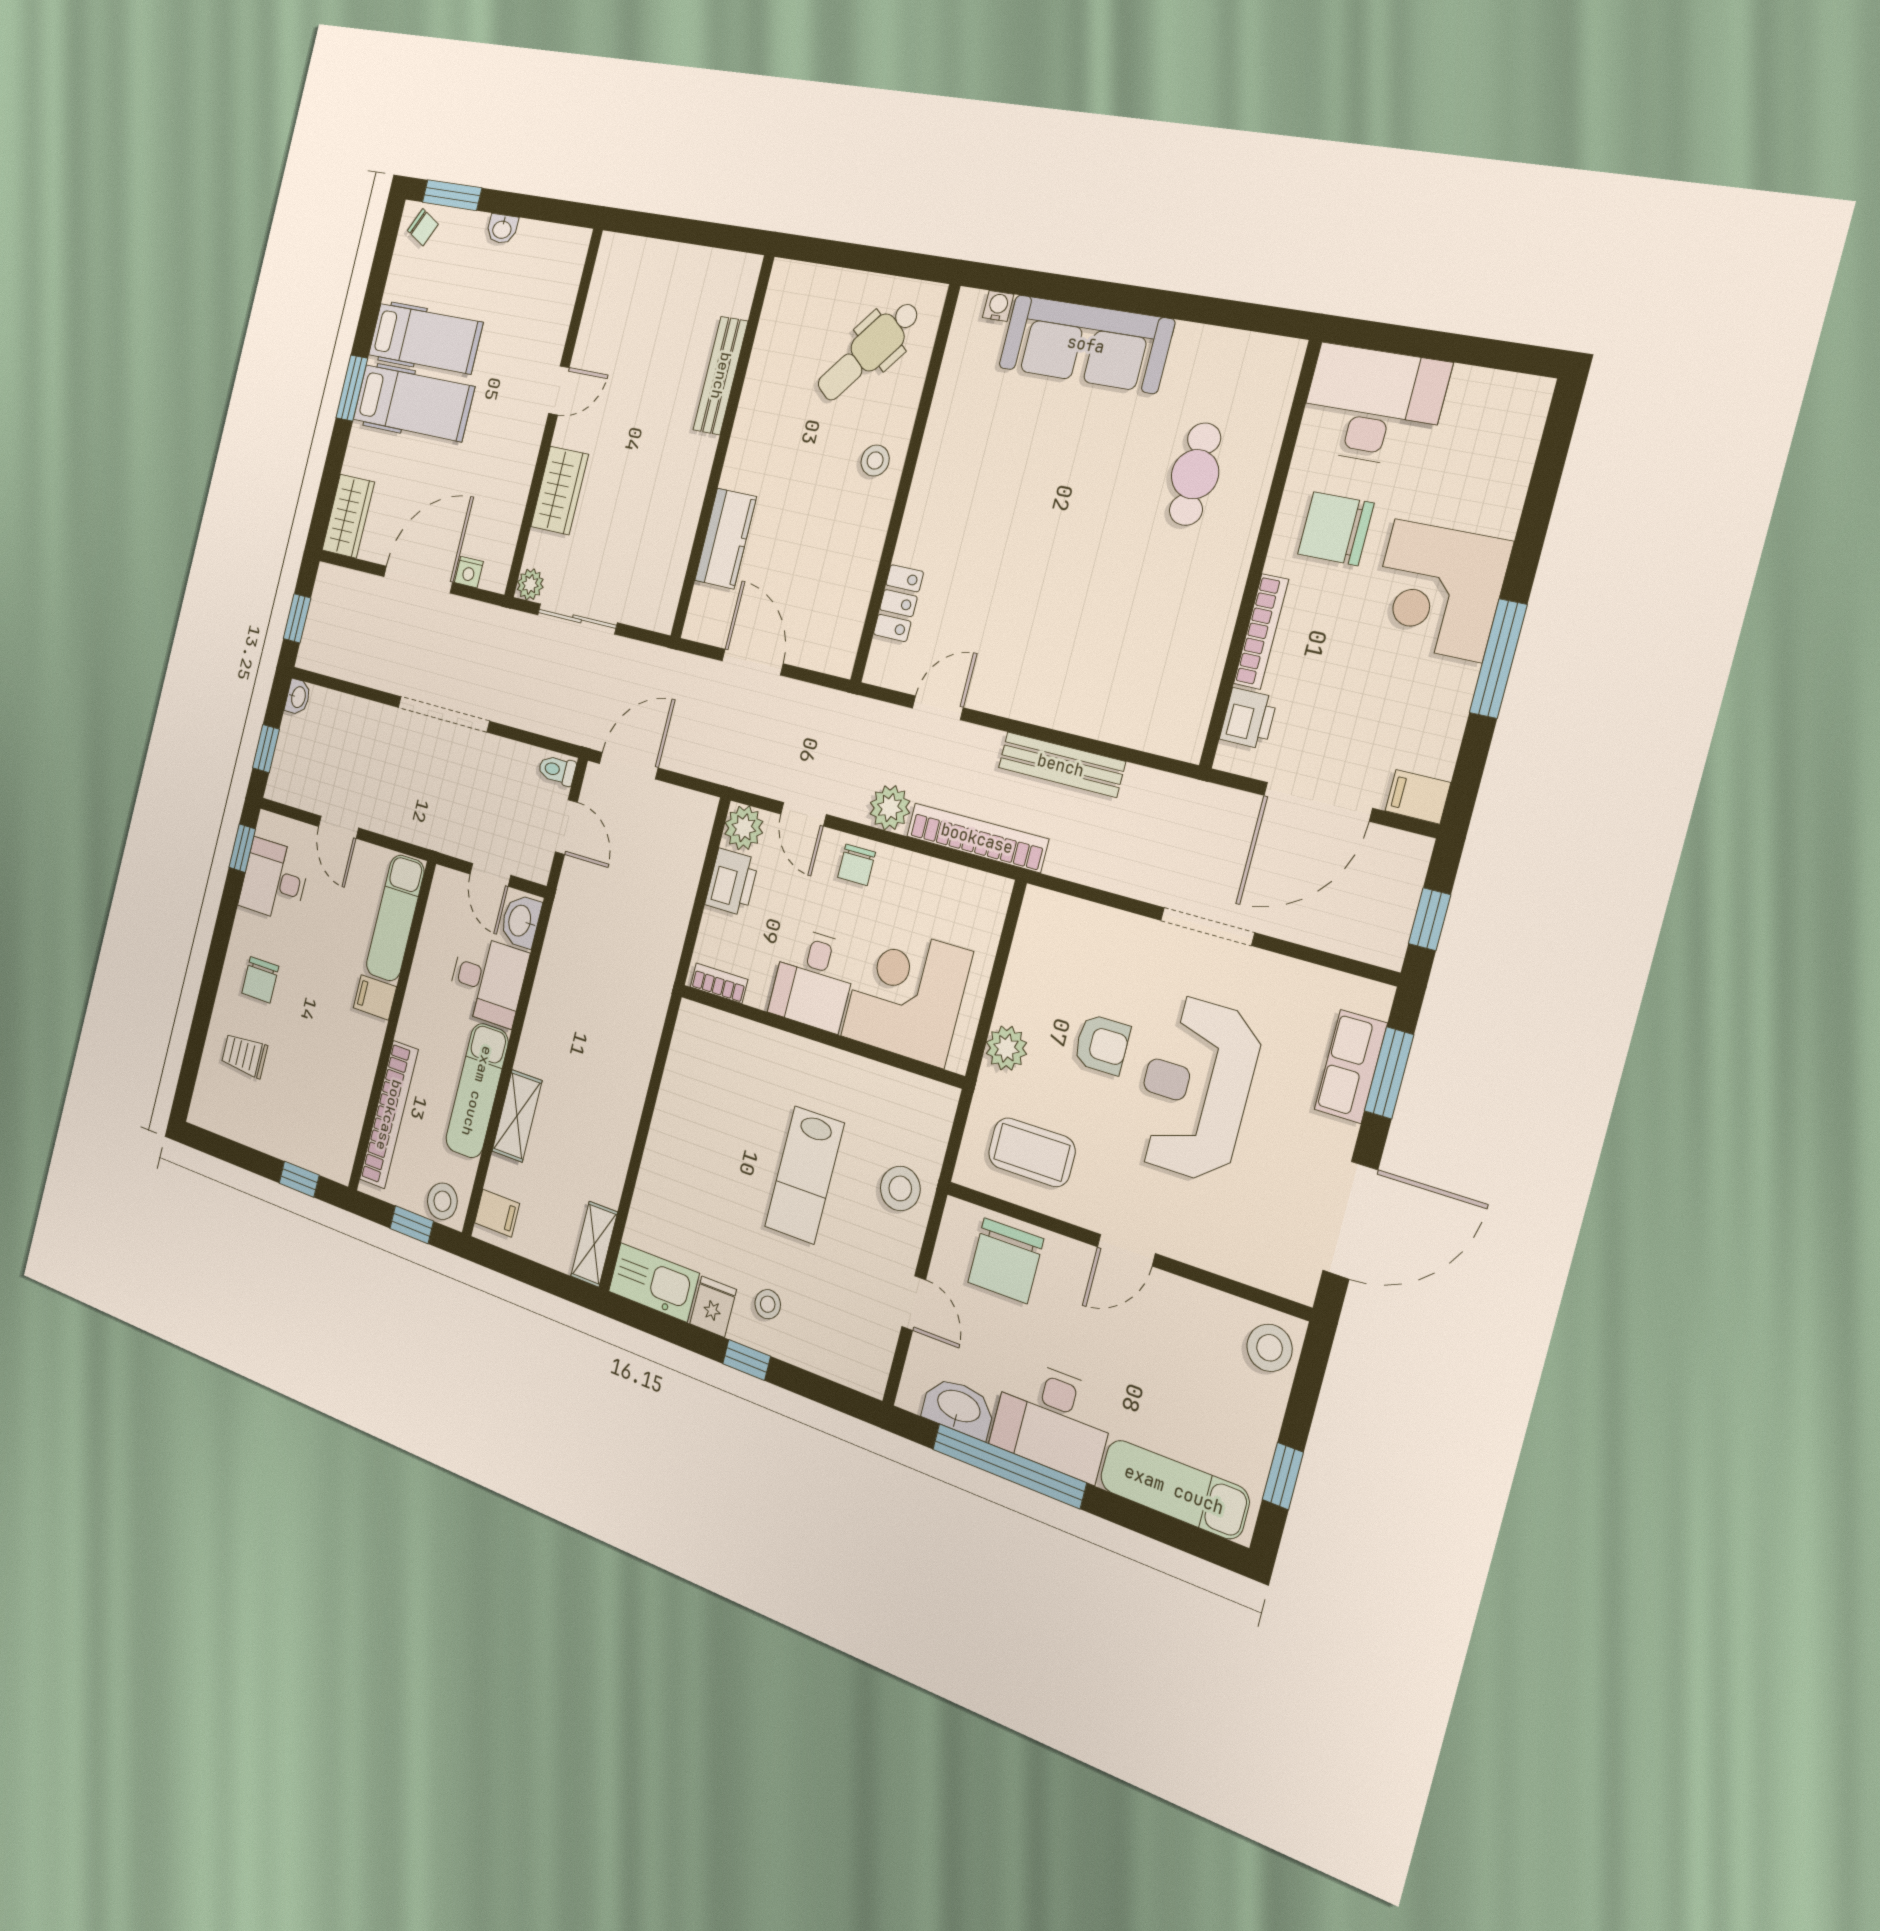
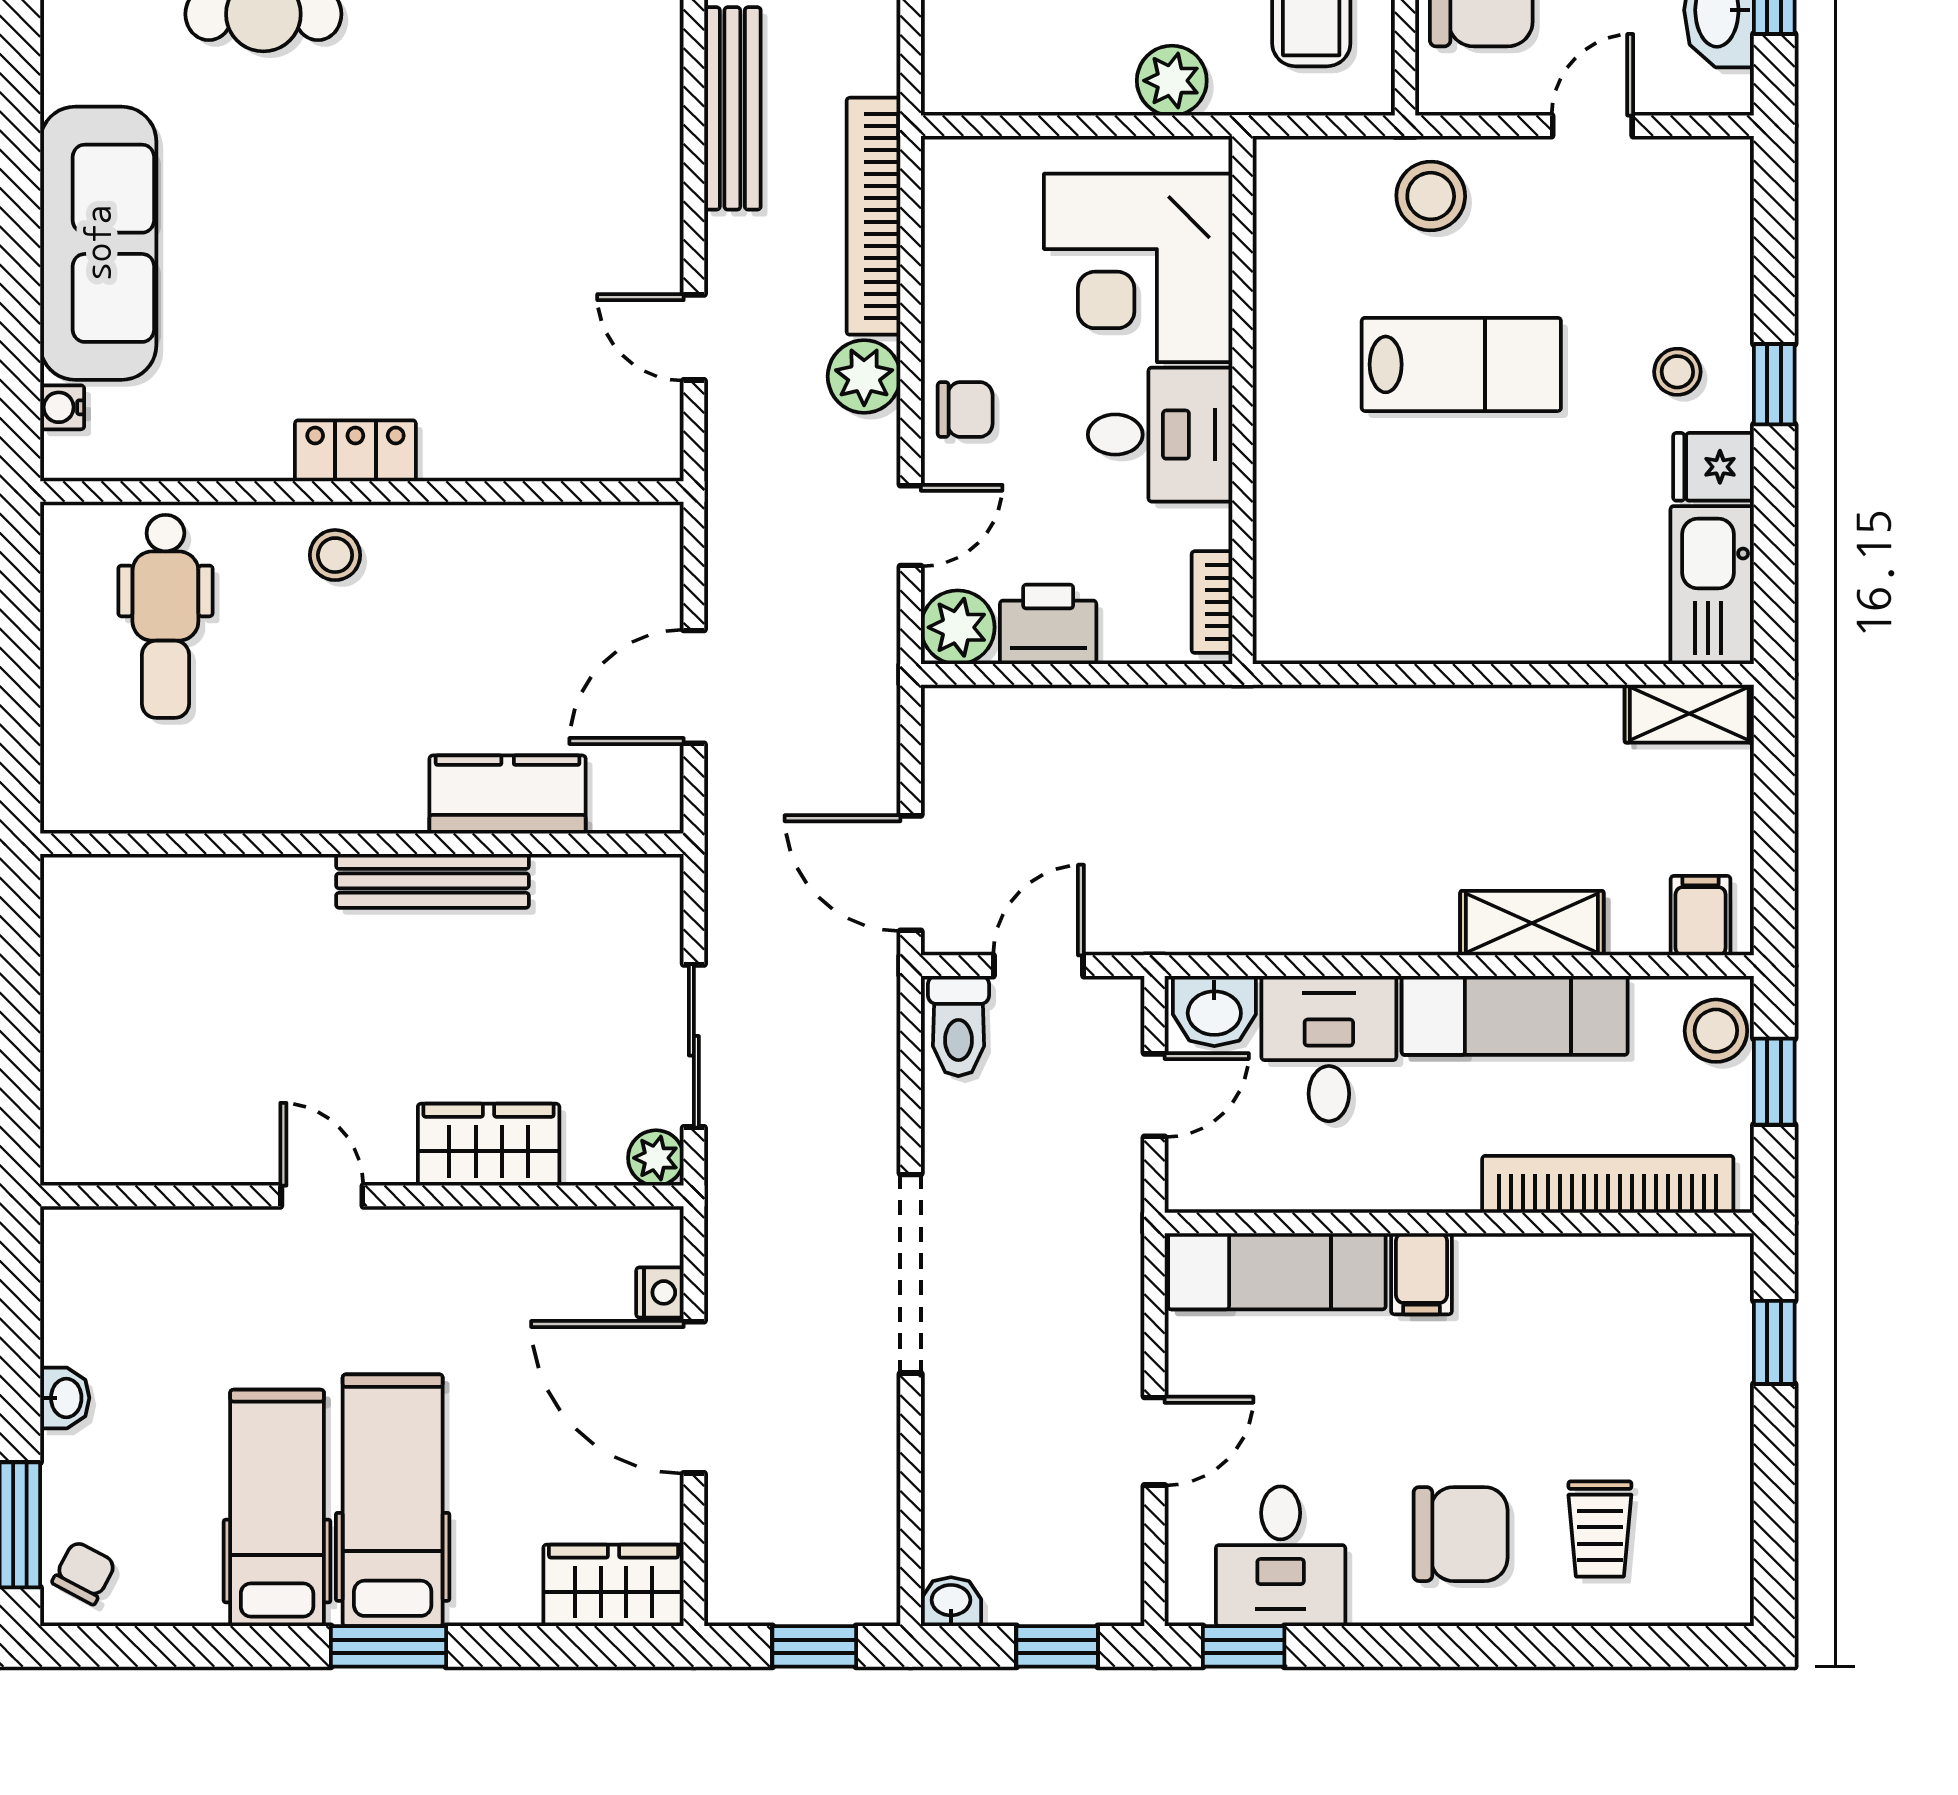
dental chair: (868, 351) -> (165, 616), turned 51
bench: (721, 376) -> (432, 881), moved
locker: (898, 603) -> (355, 451), moved
toilet: (557, 770) -> (958, 1026), width x1.37, depth x1.39
chair: (260, 980) -> (1461, 1534), width x1.37, depth x1.37

